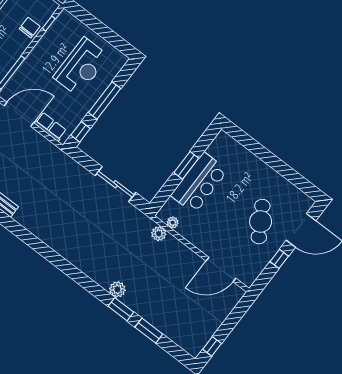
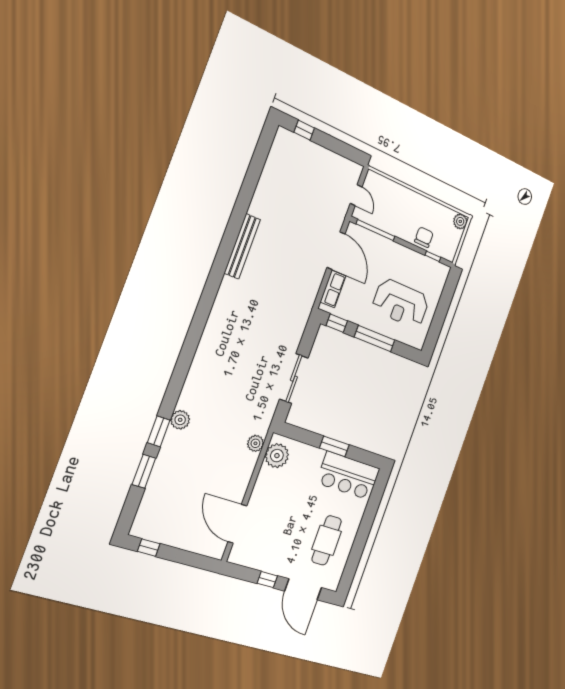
chair: (30, 28) -> (424, 237), turned -90
bar counter: (199, 183) -> (348, 476), moved
plant: (173, 222) -> (277, 456), width x1.88, depth x1.88
cafe table: (261, 222) -> (327, 540), moved, turned -59

